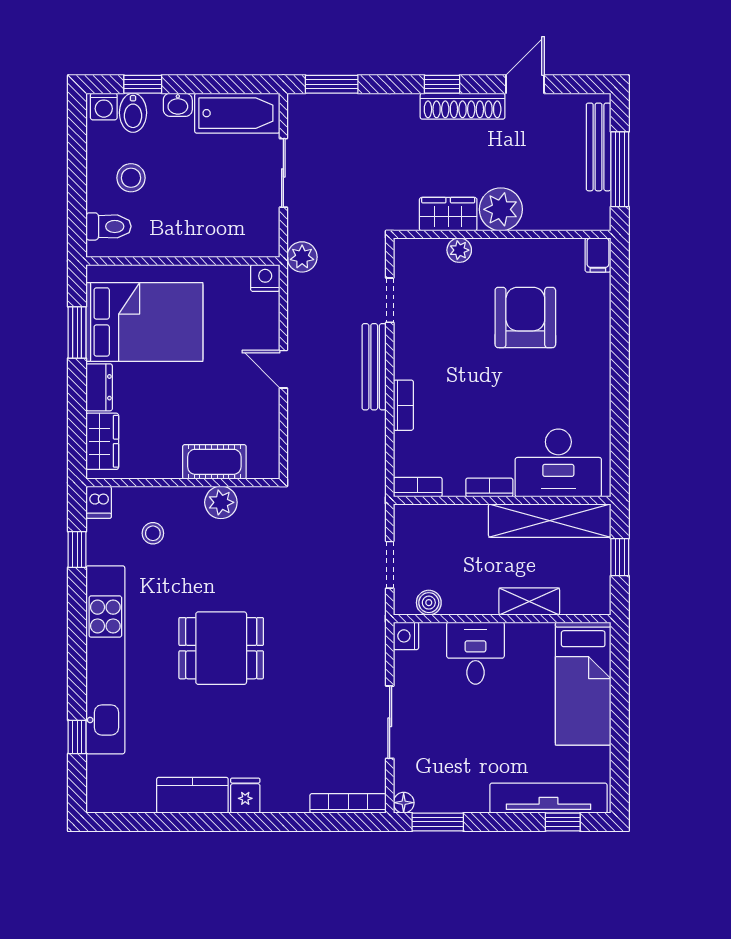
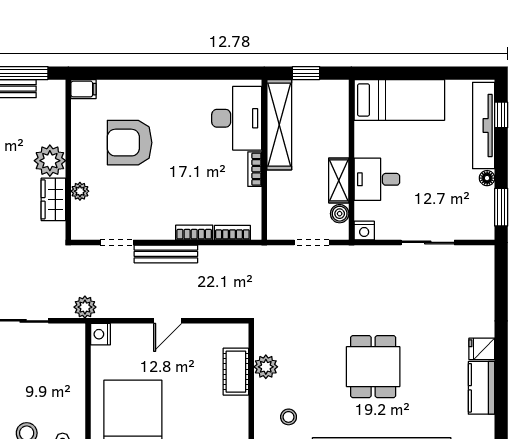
bookcase: (418, 487) -> (232, 233), moved, turned 90
shelving: (529, 601) -> (339, 180), moved
bookcase: (348, 803) -> (487, 273), removed
floor lamp: (404, 803) -> (487, 178), moved

